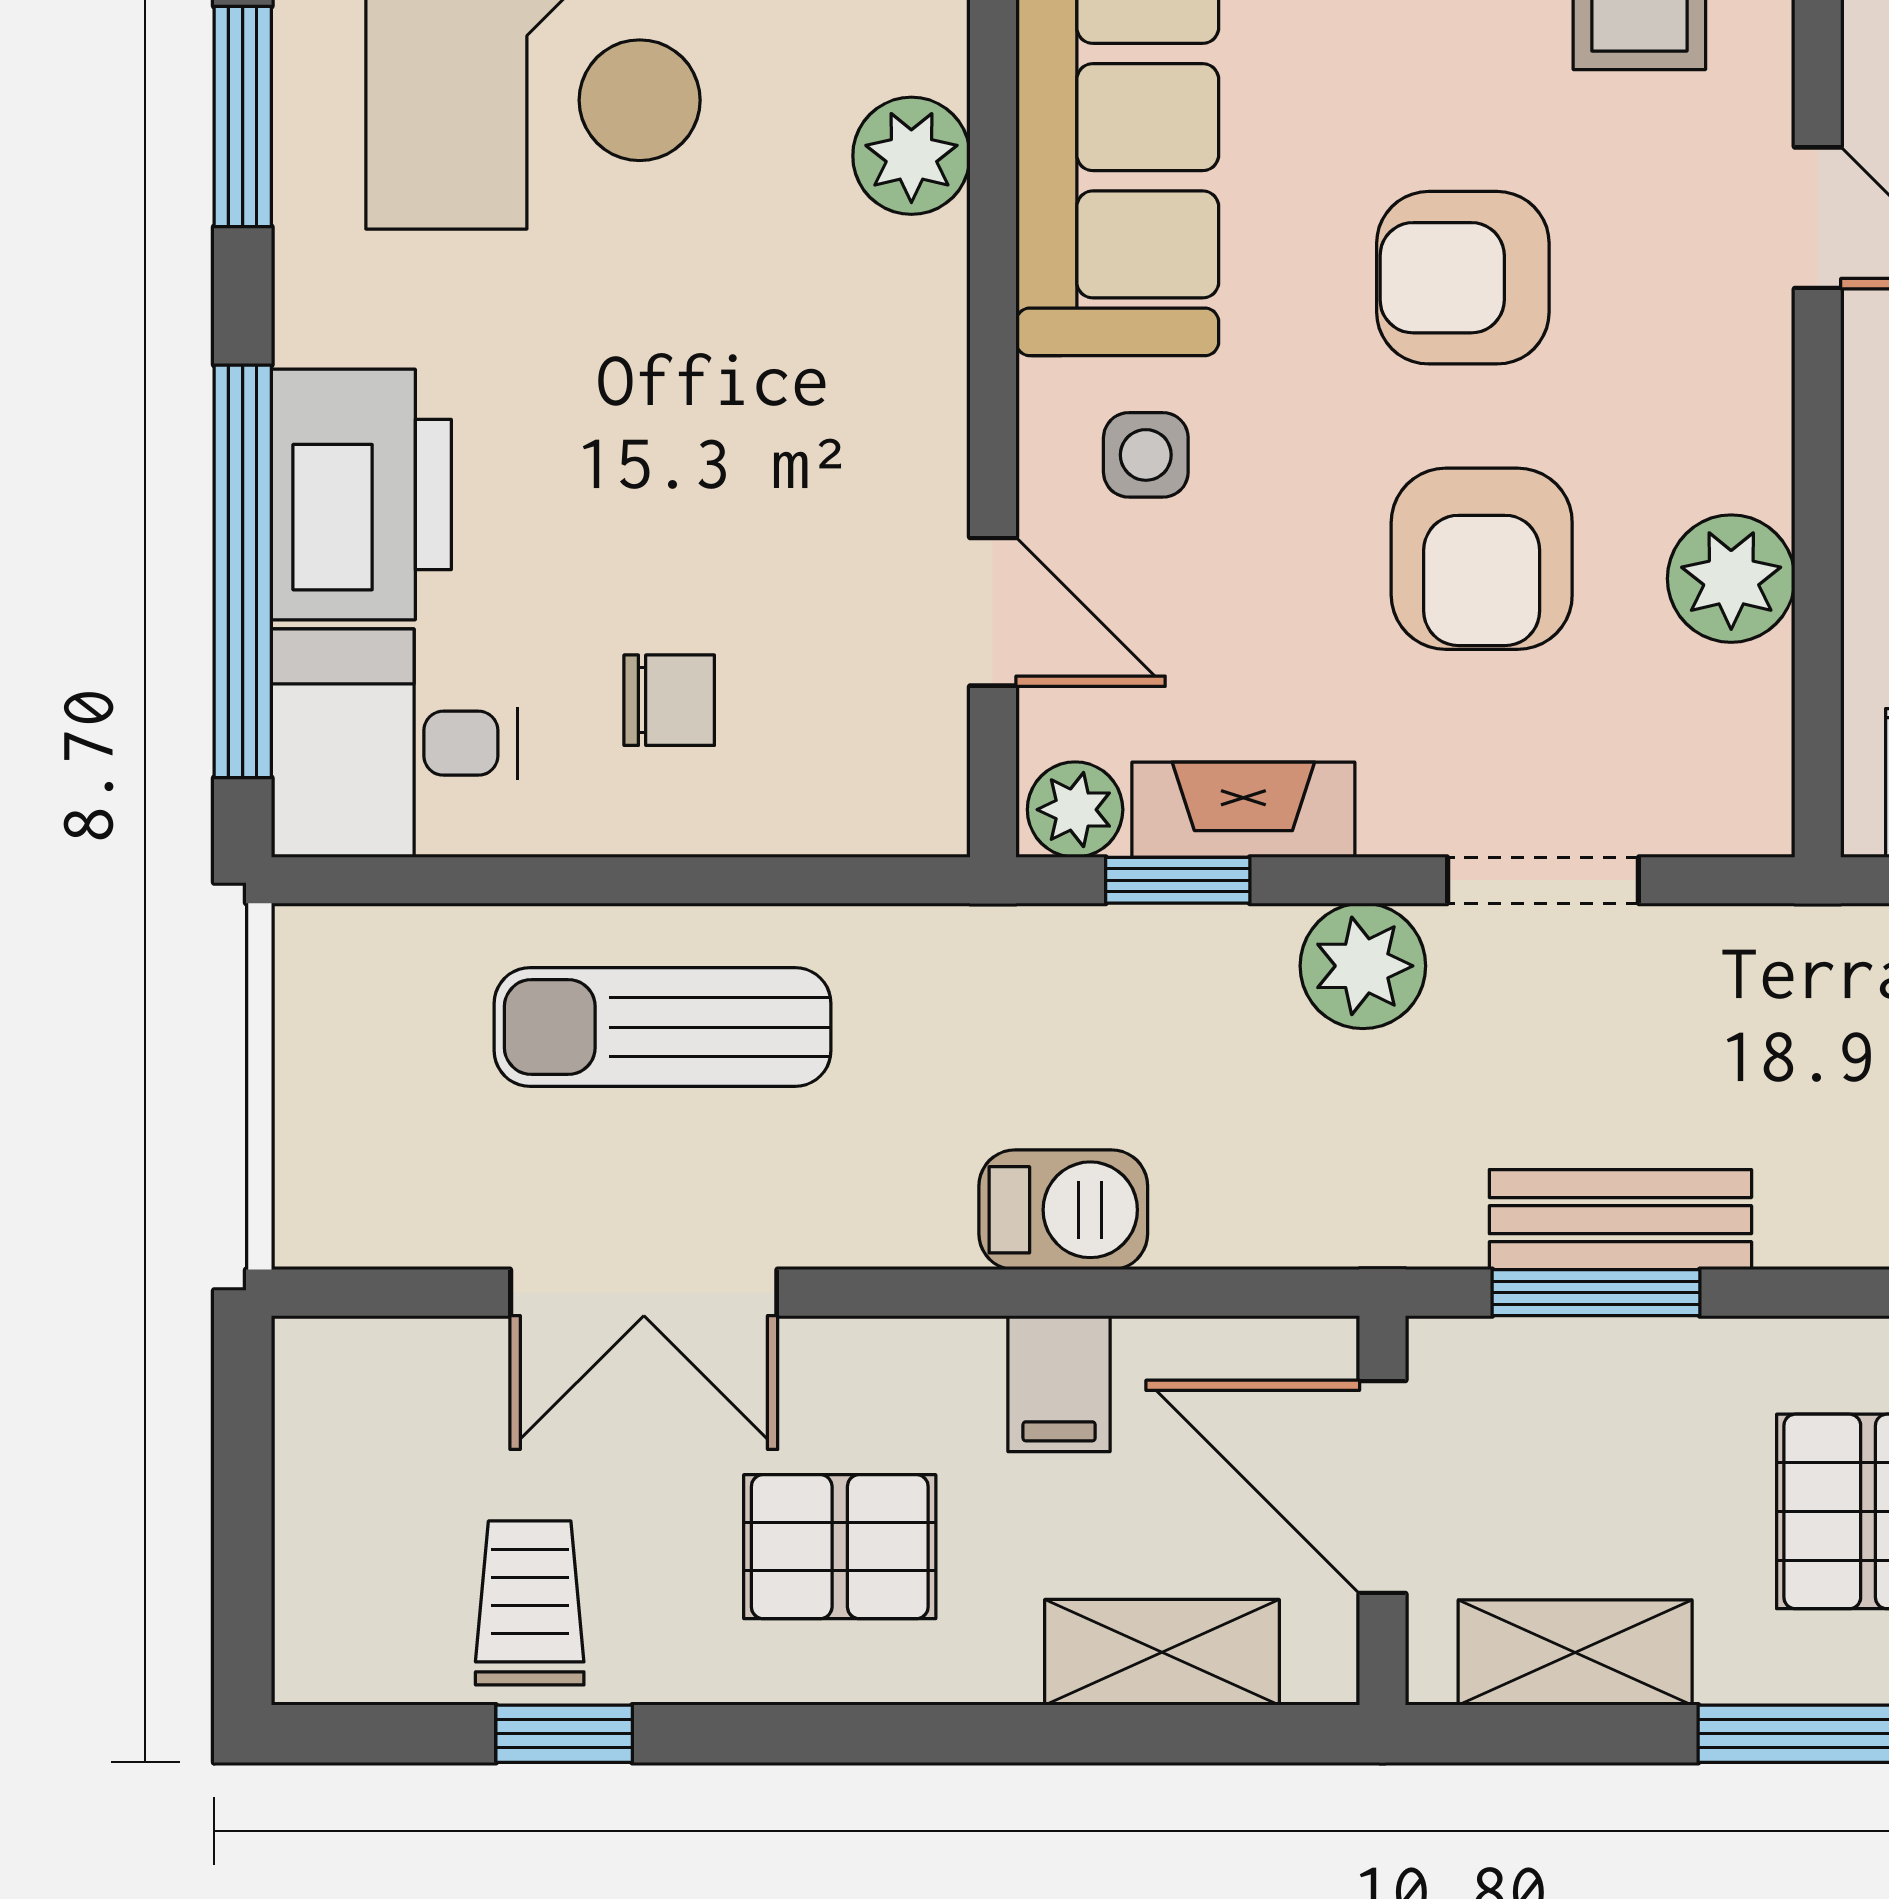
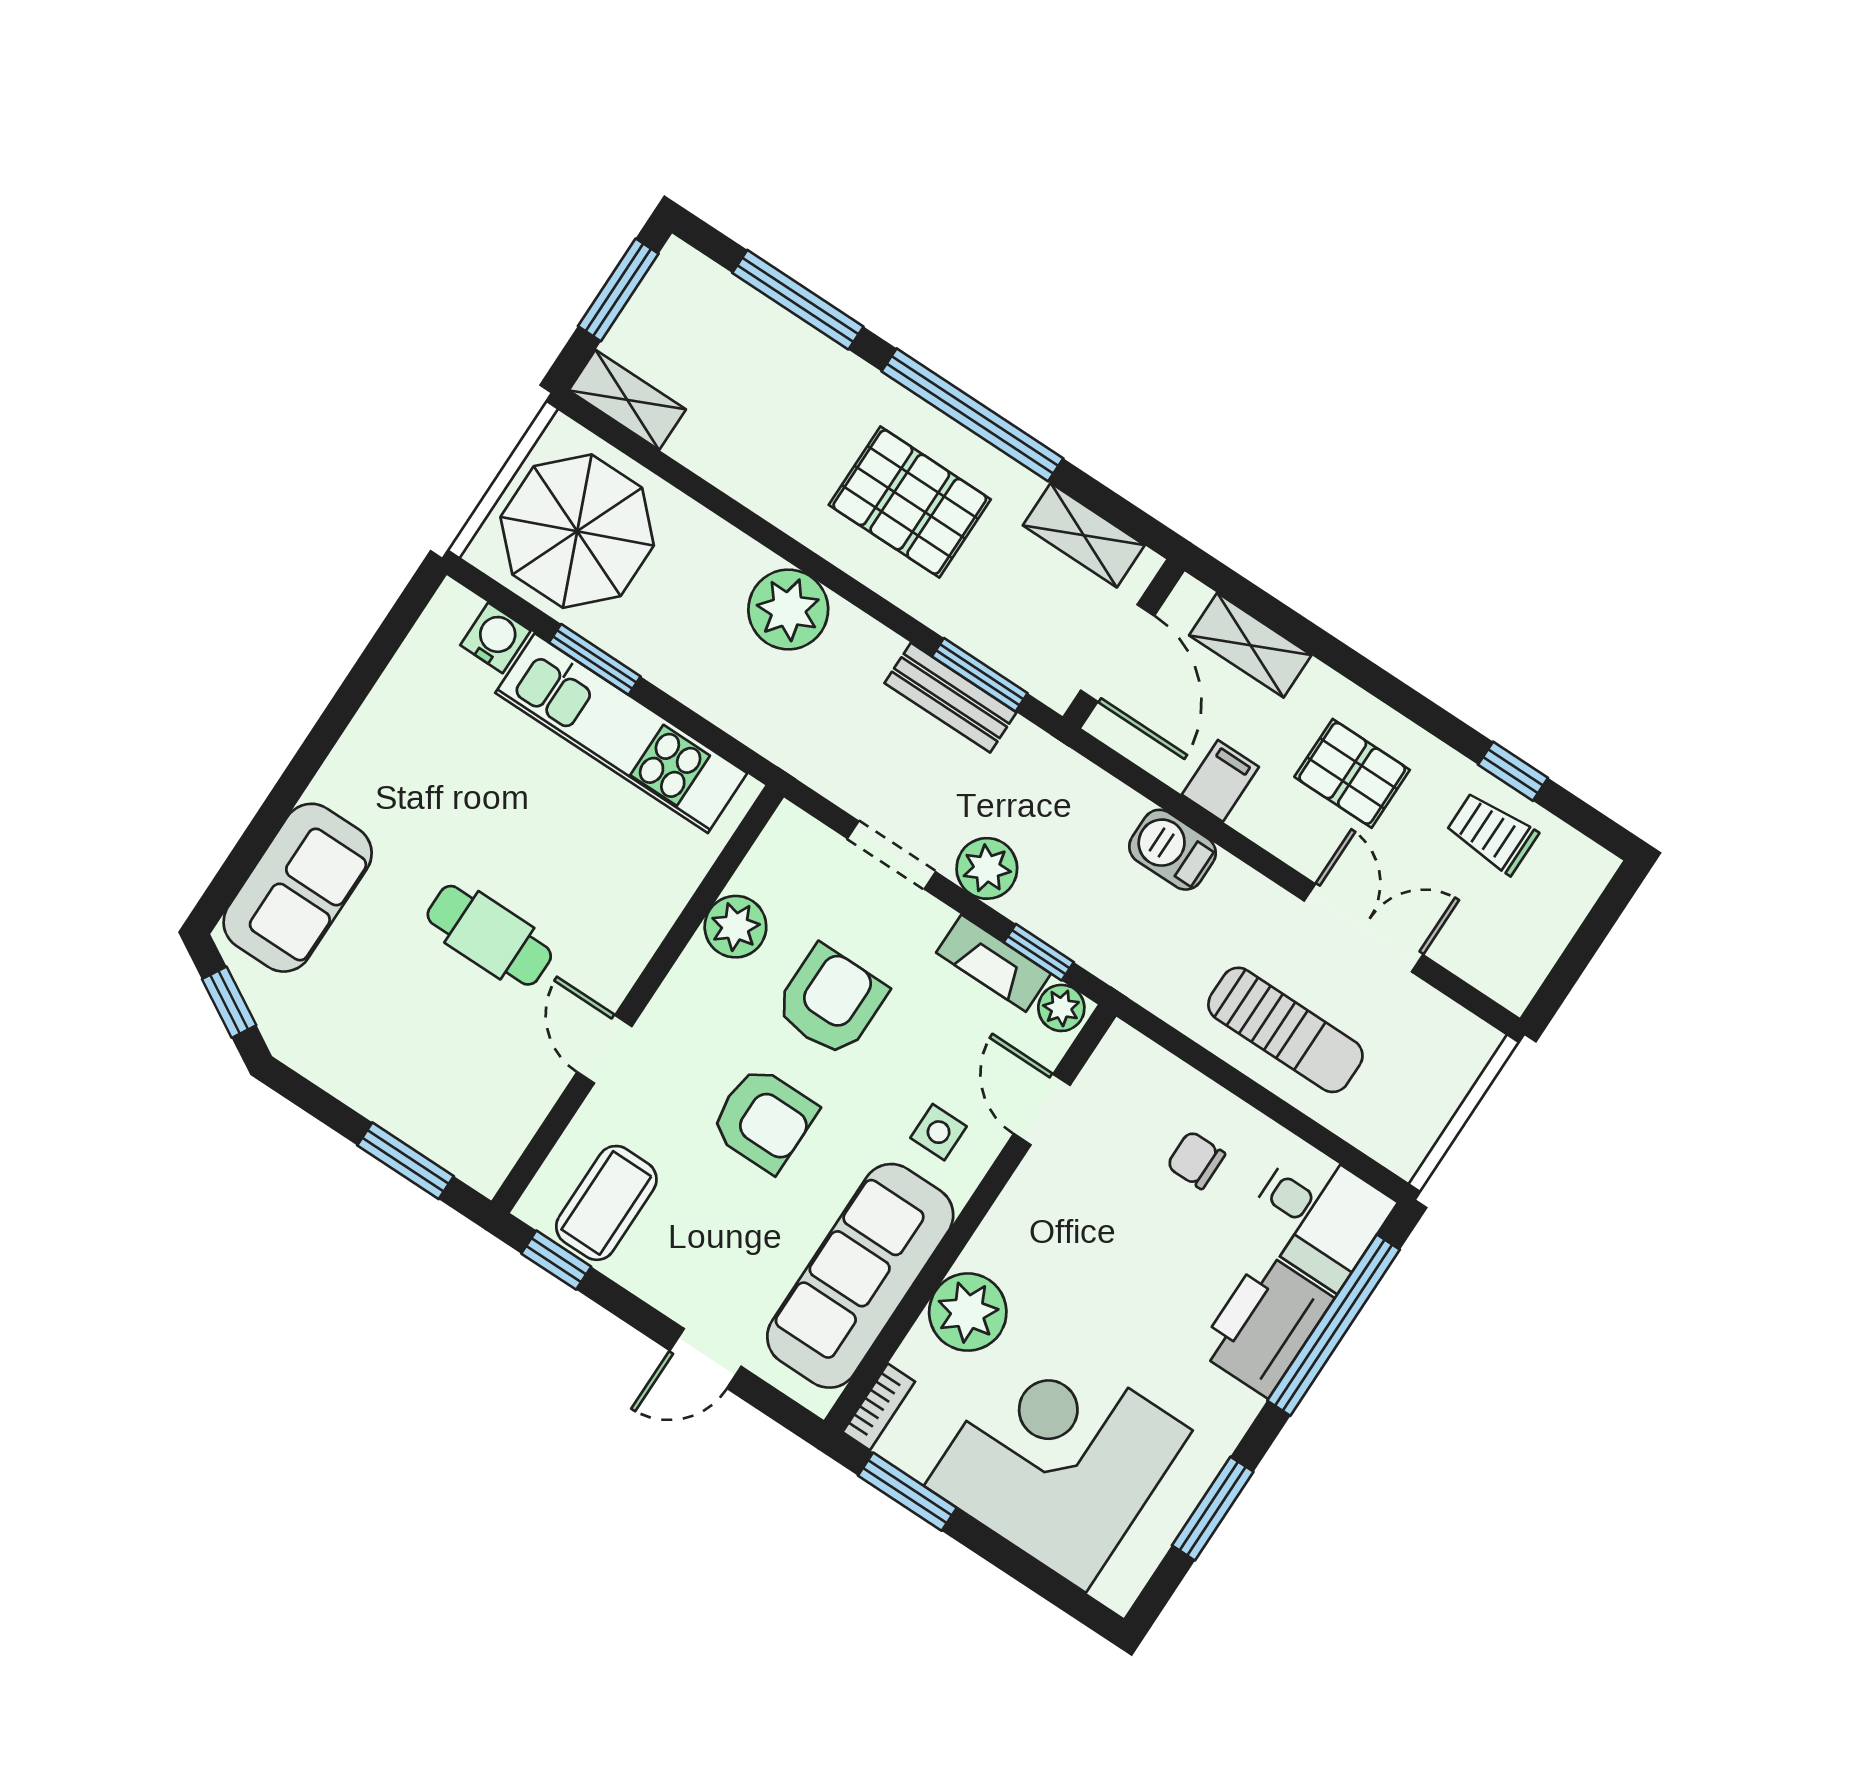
plant: (911, 156) -> (968, 1312), width x1.36, depth x1.36
trolley: (530, 1603) -> (1492, 833), turned 90

